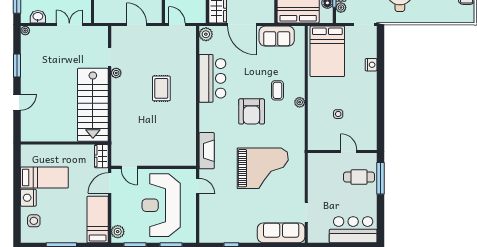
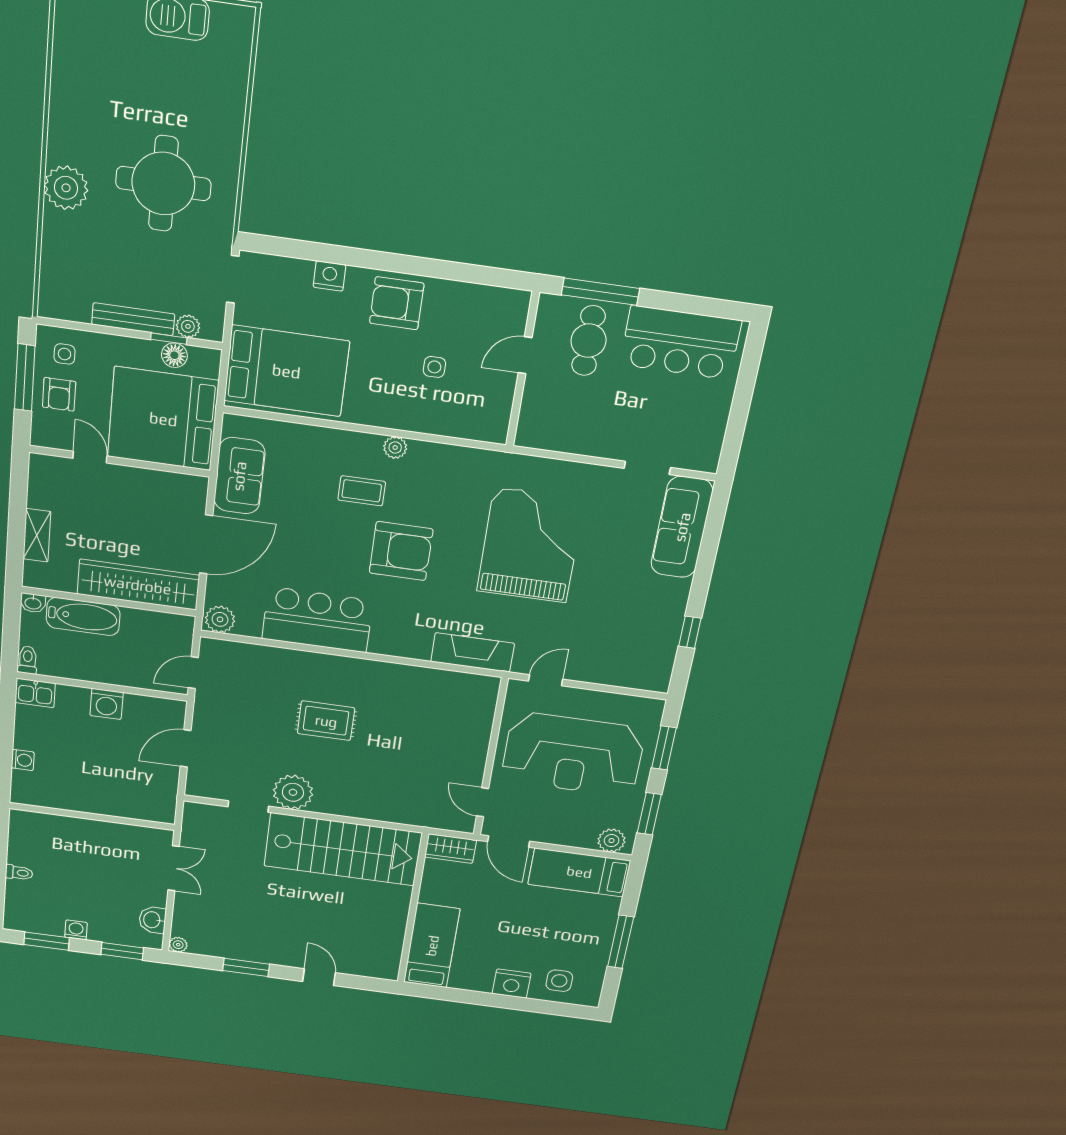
double door: (69, 24) -> (174, 868), swing flipped
plant: (116, 73) -> (293, 792), width x1.87, depth x1.87
armchair: (363, 94) -> (397, 303), added
door: (129, 167) -> (483, 802), swing flipped
bed: (44, 177) -> (432, 946), moved
bar counter: (353, 230) -> (681, 343), moved, turned -90

